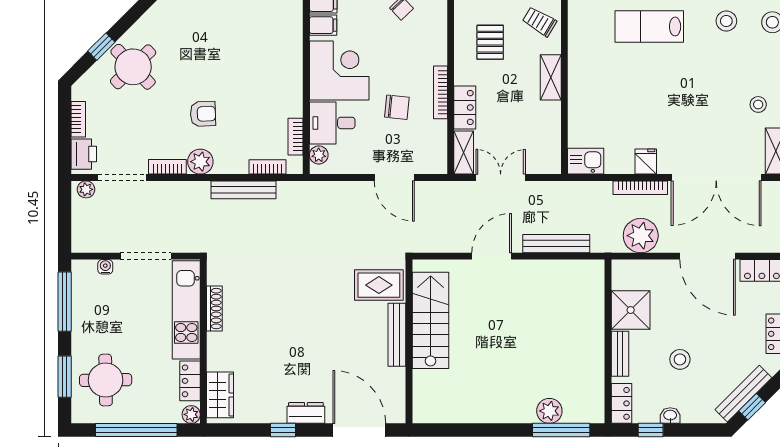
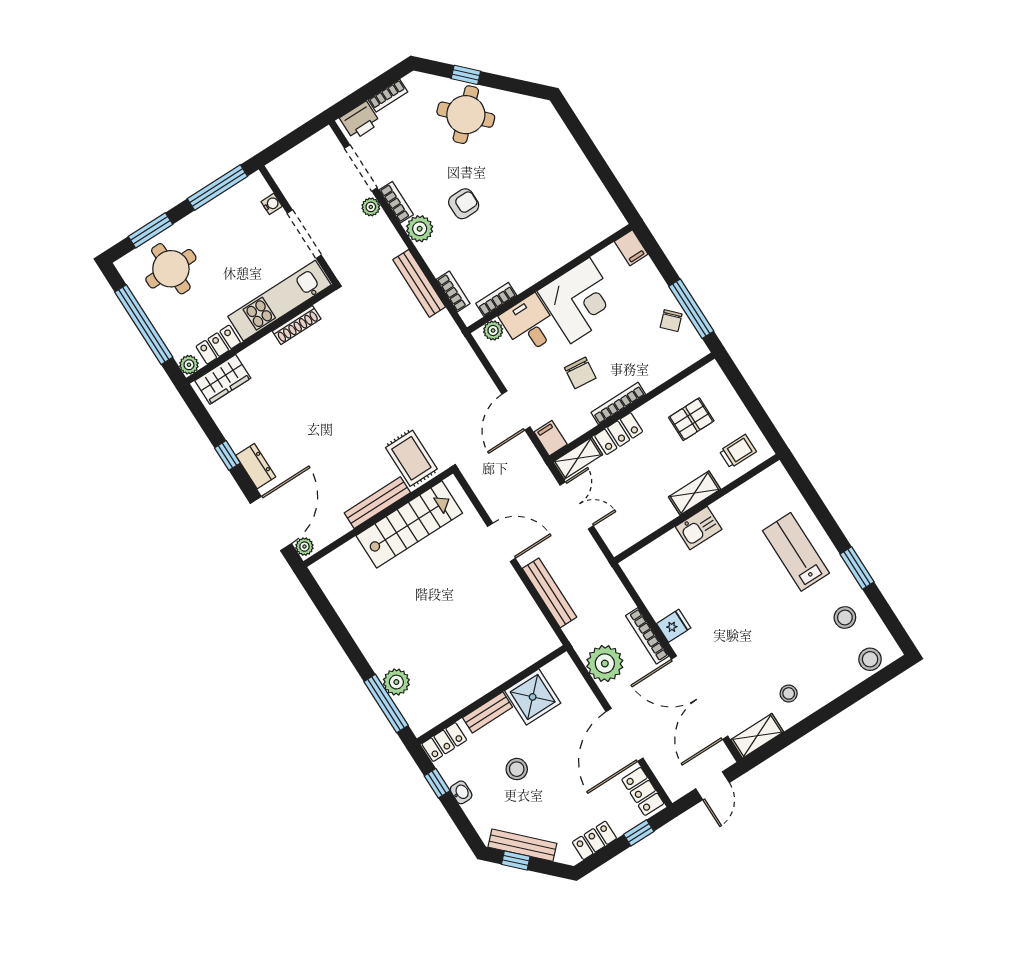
trolley: (539, 22) -> (738, 451), turned 59
filing cabinet: (323, 25) -> (551, 438), moved, turned 180
armchair: (203, 114) -> (464, 204), turned -88
kitchen sink: (586, 161) -> (699, 528), moved, turned 90
plant: (86, 189) -> (371, 207), moved
plant: (395, 415) -> (304, 547), added

